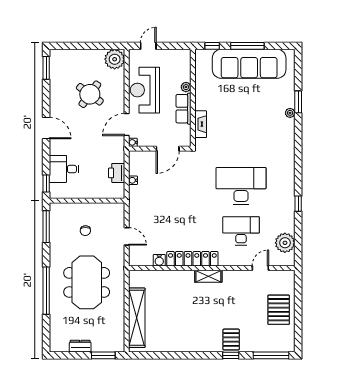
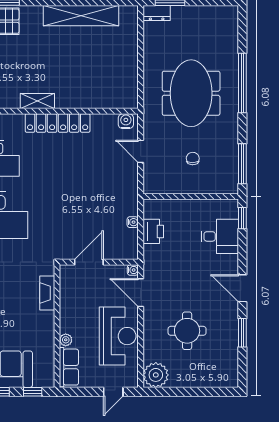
window: (46, 68) -> (242, 333), moved
round table: (90, 94) -> (187, 331), turned -36
row of seats: (183, 109) -> (69, 367), moved
door: (127, 125) -> (141, 293), swing flipped
water cooler: (159, 260) -> (126, 121), moved
shelving: (137, 318) -> (81, 16), moved, turned 90
dresser: (80, 346) -> (157, 13), moved

